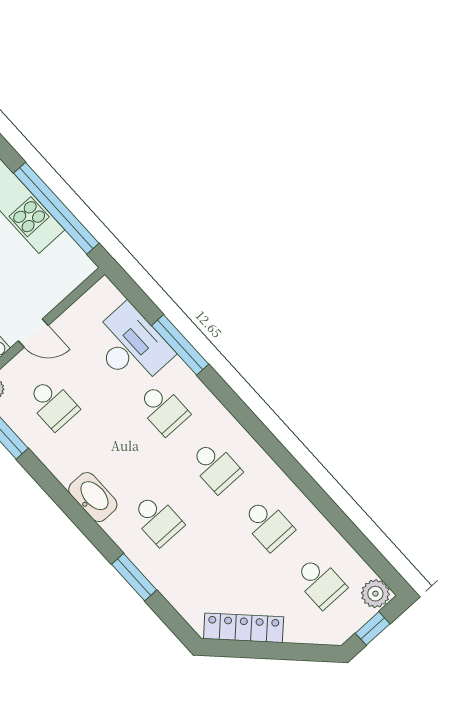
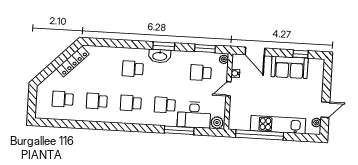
window: (134, 577) -> (164, 46), moved
plant: (375, 594) -> (217, 123), moved
window: (373, 628) -> (32, 101), removed

